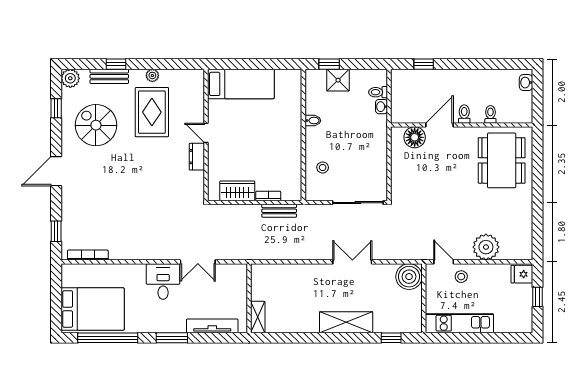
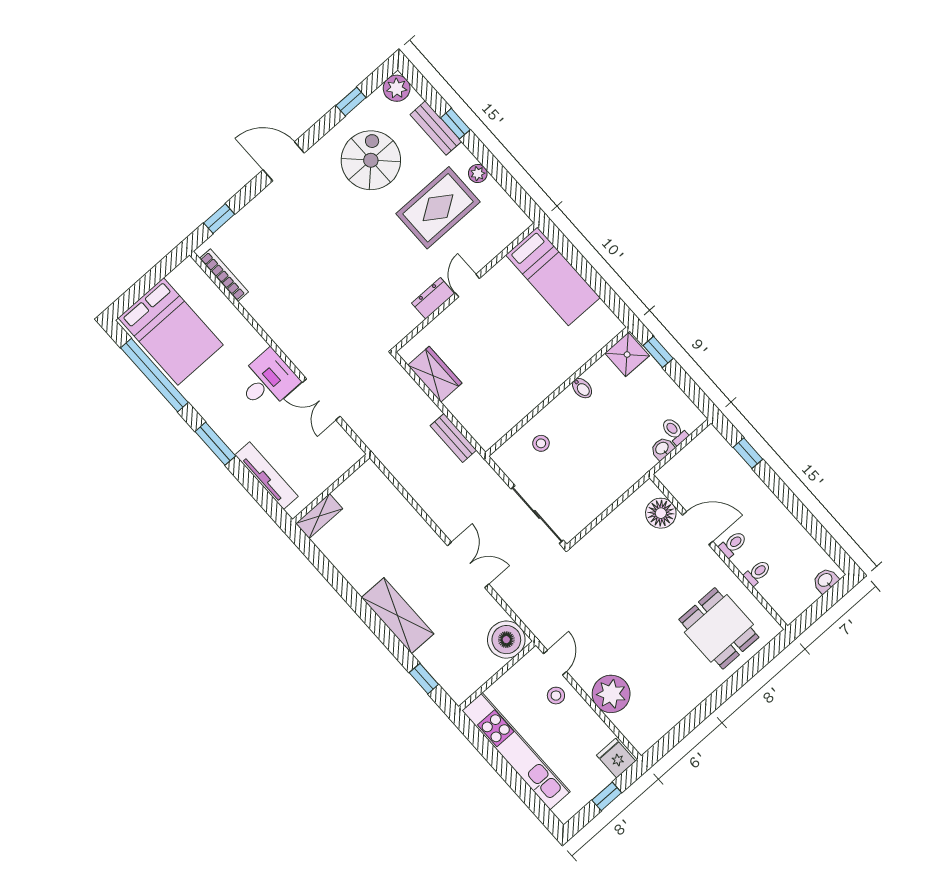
shower: (338, 80) -> (627, 354), moved
dining table: (502, 160) -> (719, 628), width x0.73
bookcase: (268, 196) -> (459, 412), removed
kitchen unit: (459, 323) -> (516, 751), width x1.36

